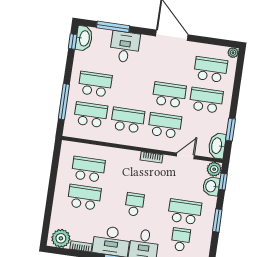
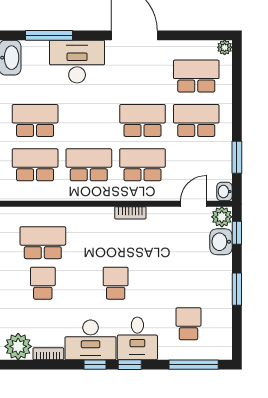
desk: (125, 47) -> (77, 62), width x1.37
washbasin: (217, 146) -> (224, 192), width x0.52, depth x0.69
door: (185, 156) -> (193, 204), moved
school desk: (84, 197) -> (43, 283), width x0.54
school desk: (185, 212) -> (188, 283), removed

